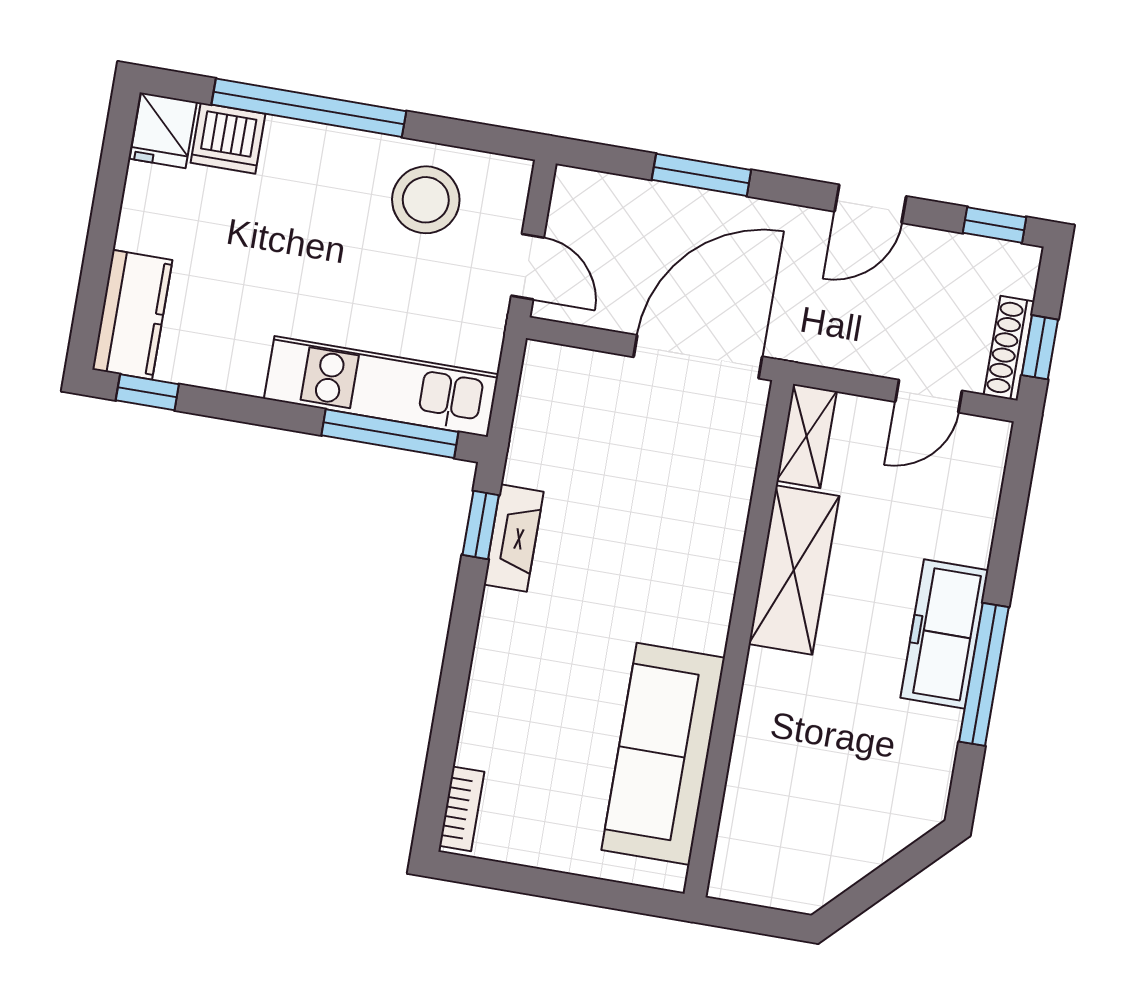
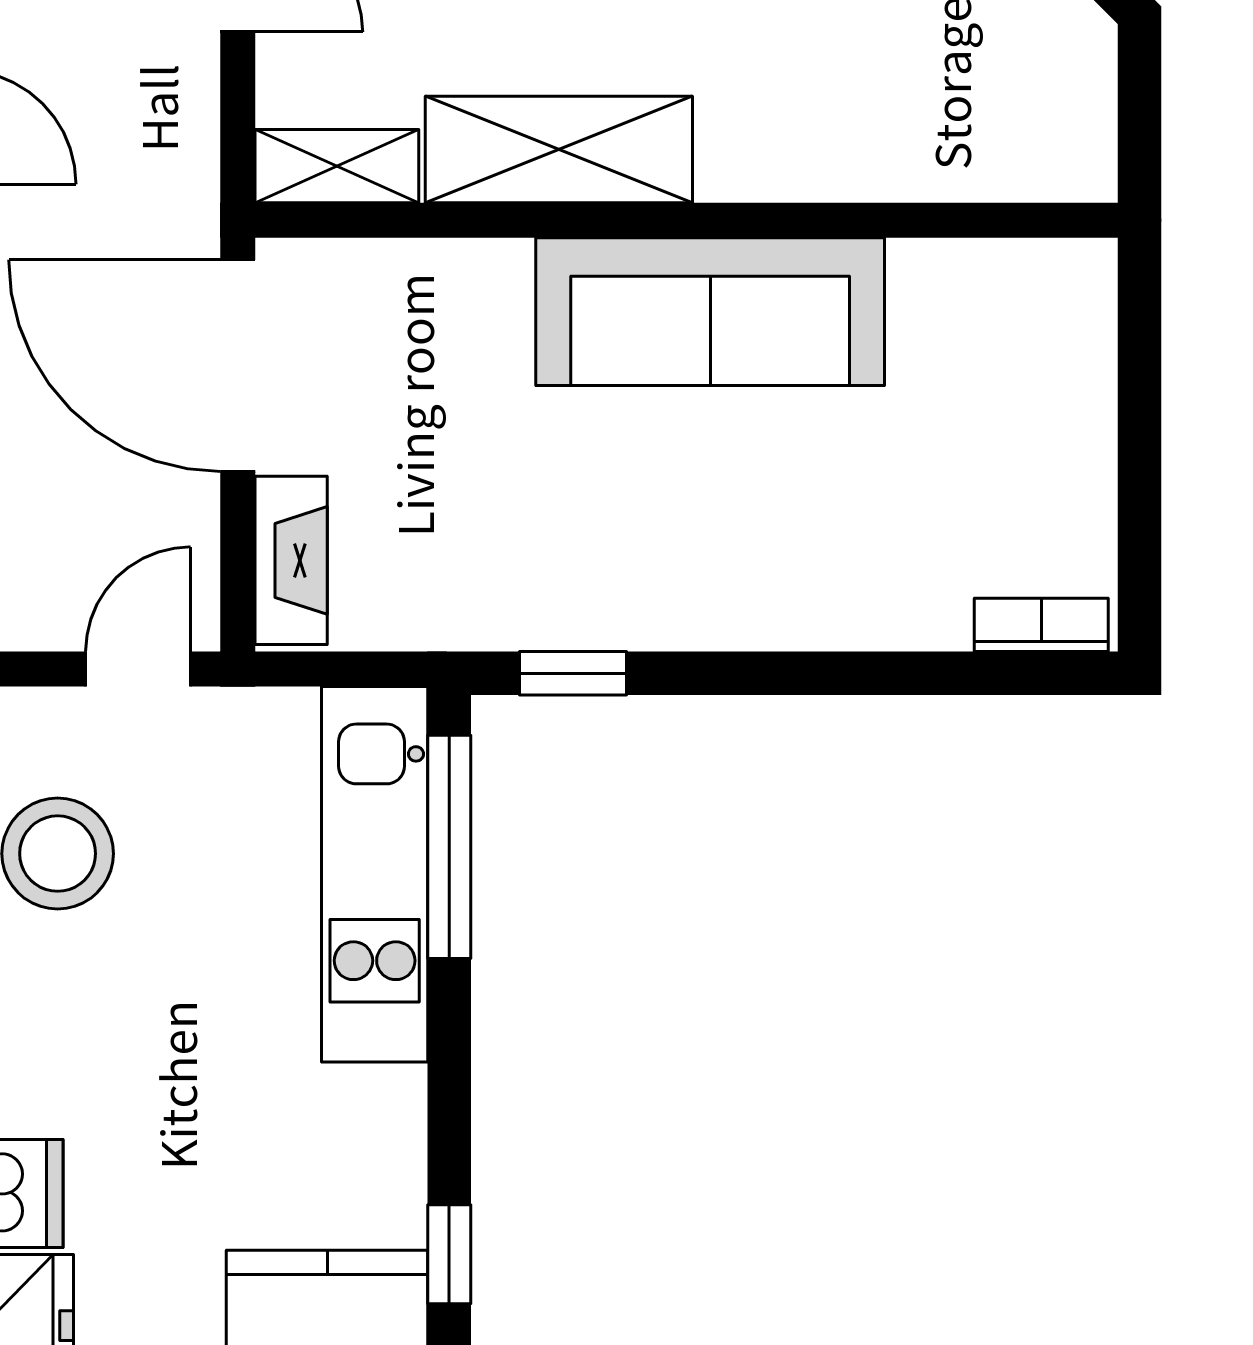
fireplace: (514, 538) -> (291, 560), moved, turned 90
sofa: (663, 754) -> (710, 312), moved

